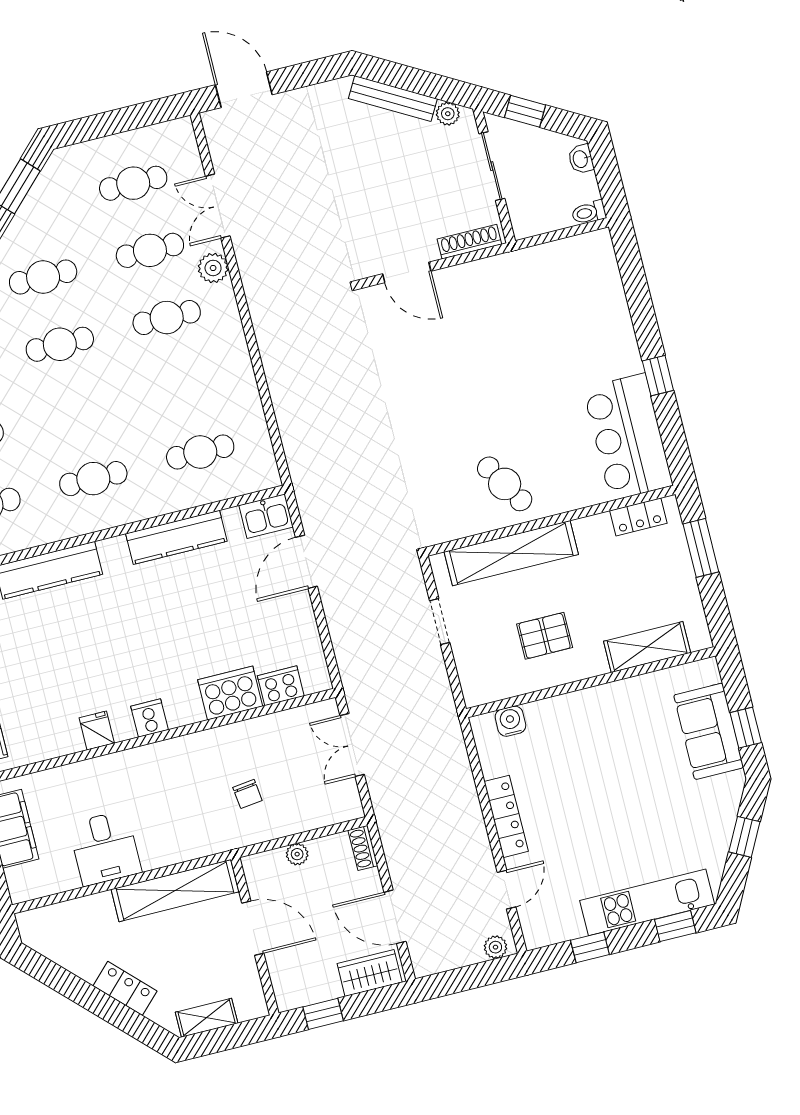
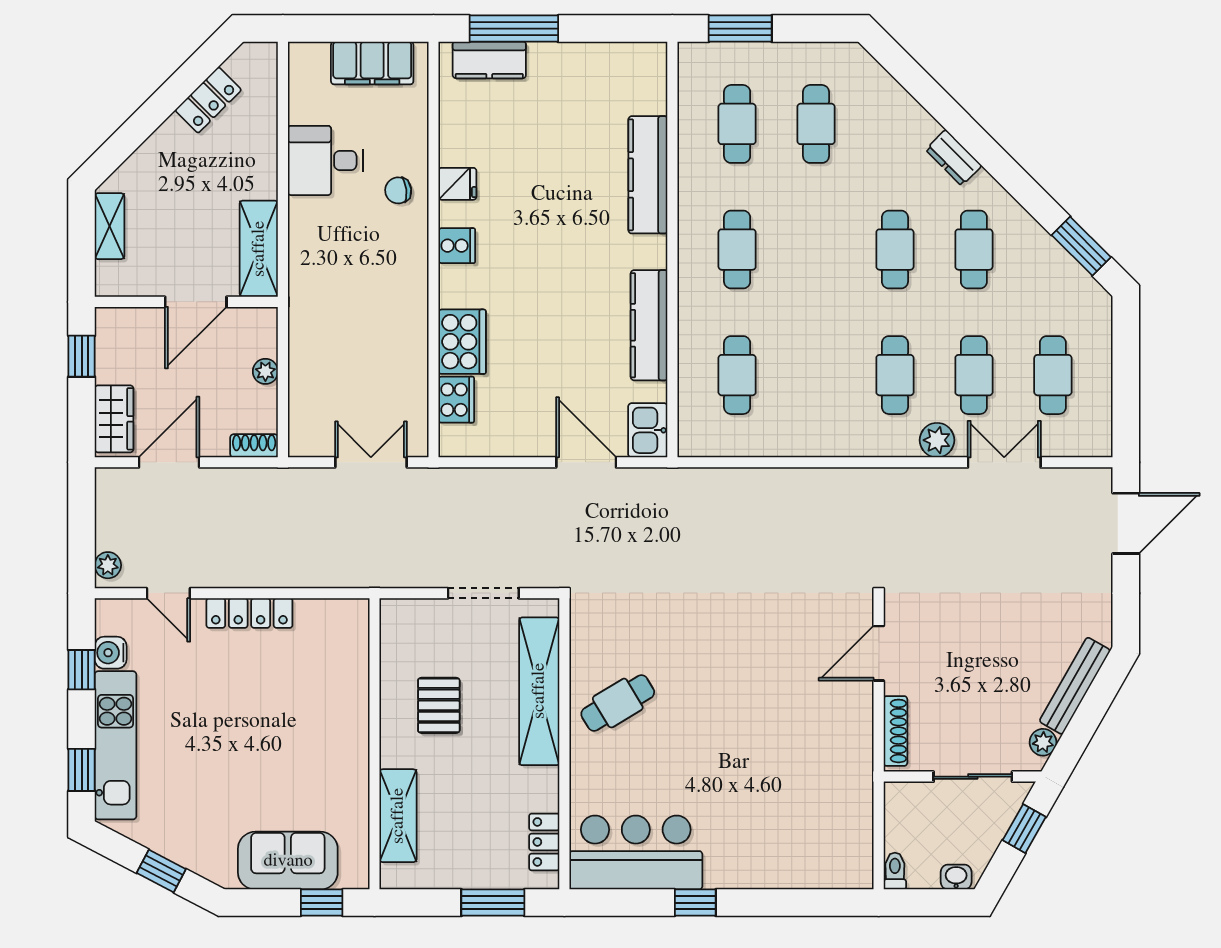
doorway: (440, 622) -> (483, 593), width x1.38
water cooler: (510, 721) -> (111, 653), moved, turned 180
window: (746, 728) -> (322, 903), moved
chair: (247, 794) -> (398, 190), moved
shelving: (175, 891) -> (259, 249), width x0.68
locker: (125, 988) -> (208, 100), moved

